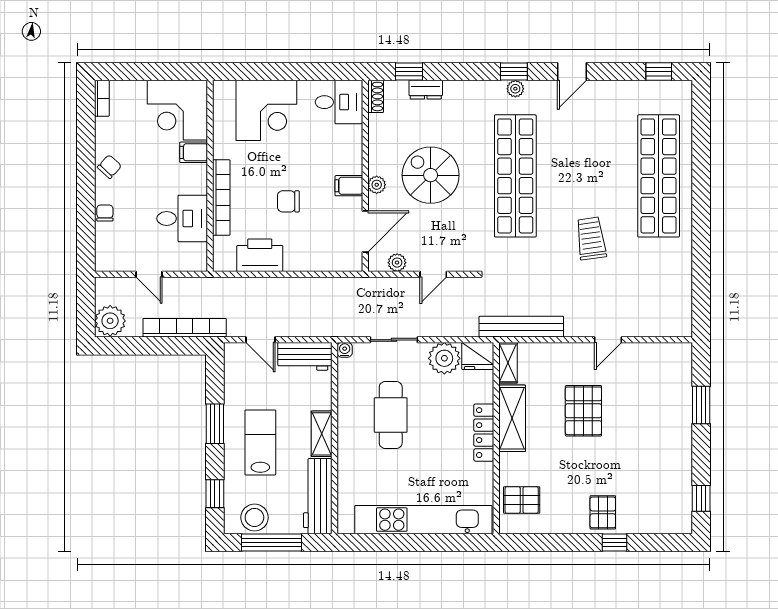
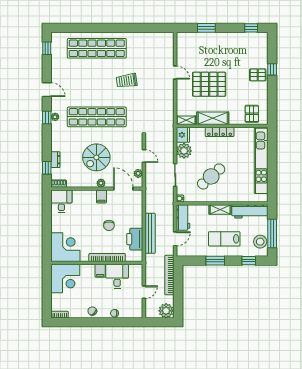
corner desk: (266, 110) -> (65, 247), moved
filing cabinet: (194, 152) -> (100, 271), moved
bench: (521, 327) -> (150, 233), moved
pallet: (583, 411) -> (209, 84), width x1.37, depth x1.41
cafe table: (391, 415) -> (211, 176), turned -42

